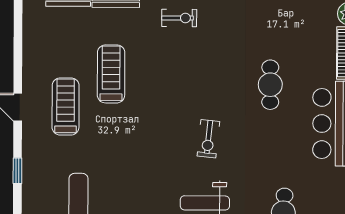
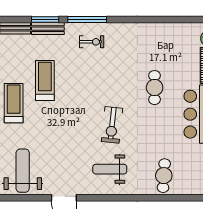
exercise bike: (208, 139) -> (112, 125), width x1.38, depth x1.39

